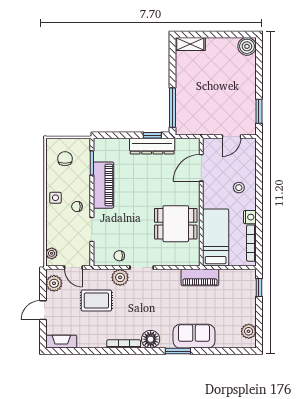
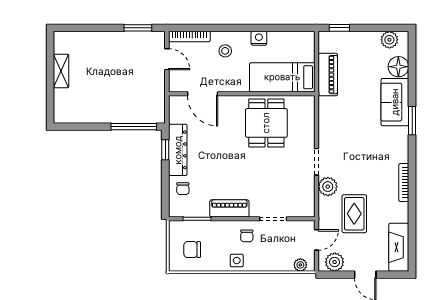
shelving: (190, 44) -> (61, 71), moved
boiler: (247, 46) -> (64, 42), removed
piano: (103, 185) -> (229, 208), width x0.73, depth x0.75
bookcase: (251, 243) -> (189, 37), moved
chair: (119, 256) -> (183, 189), moved
piano: (200, 277) -> (328, 75), moved
floor lamp: (151, 339) -> (398, 67), moved
fireplace: (61, 342) -> (399, 247), width x1.37, depth x1.32

